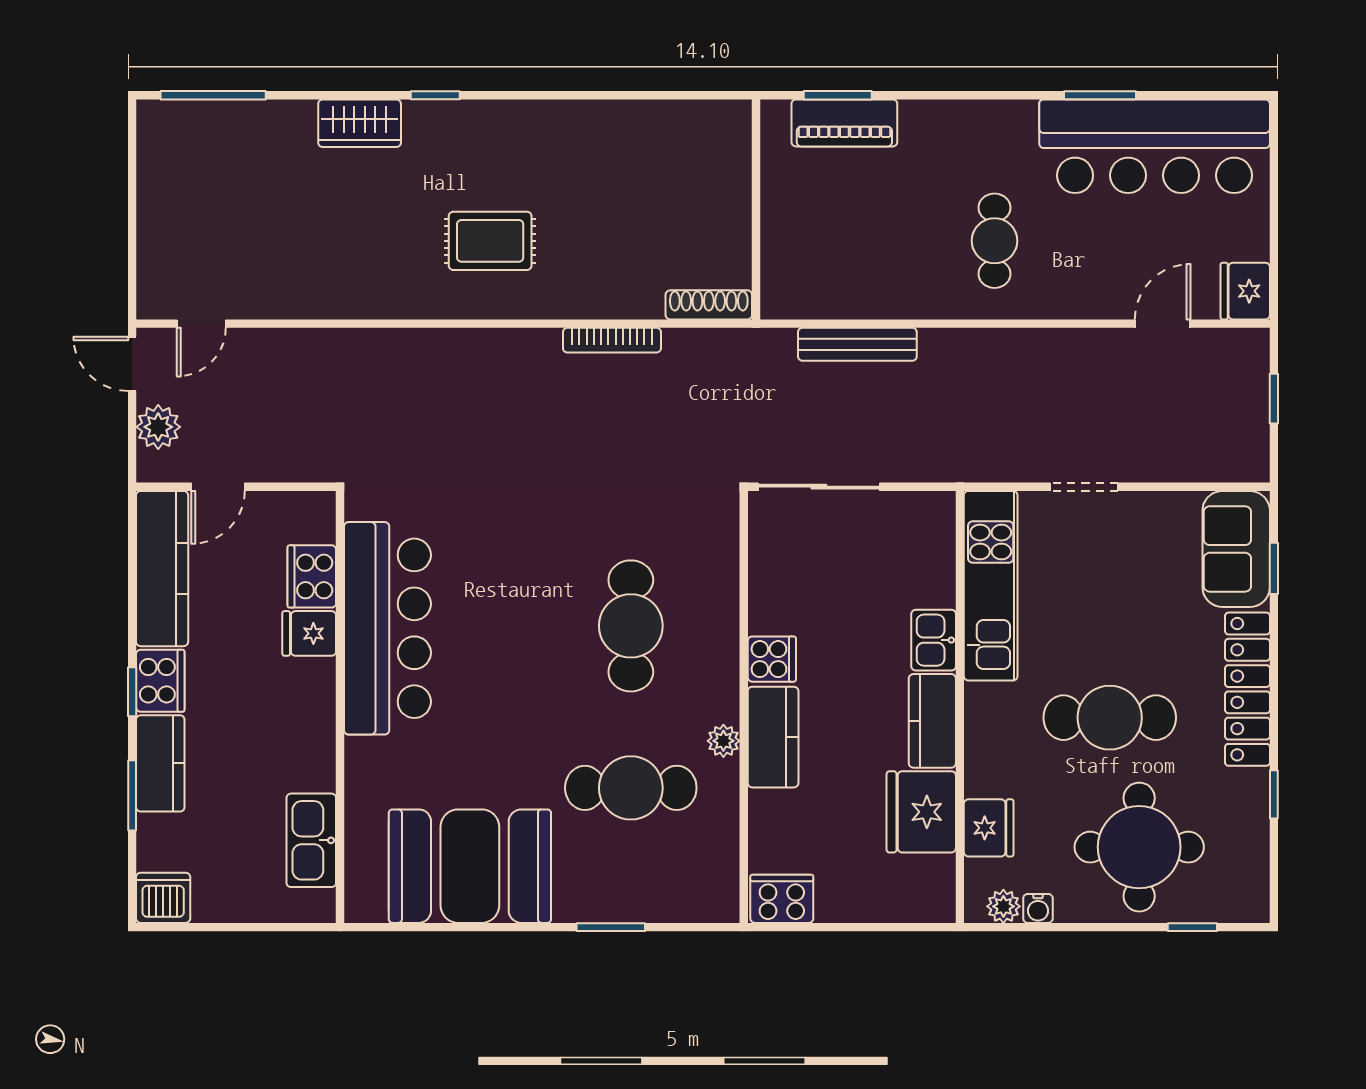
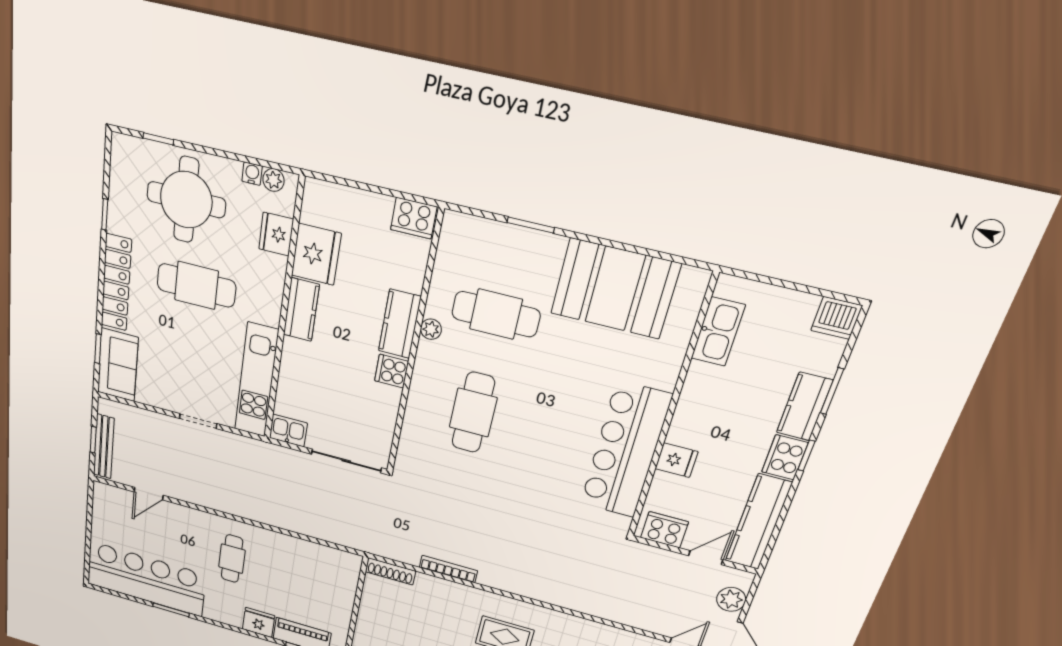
fridge: (1245, 291) -> (259, 622), moved, turned -90
bench: (857, 344) -> (104, 446), moved, turned 90
cooker: (312, 576) -> (664, 530), moved, turned -90
kitchen sink: (934, 640) -> (288, 431), moved, turned -90

